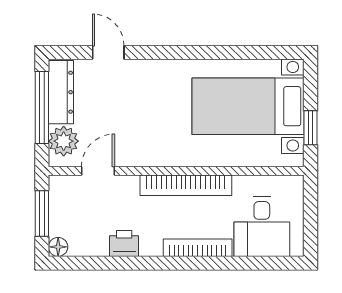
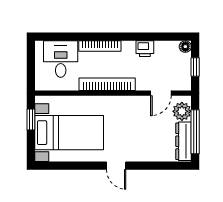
door: (108, 52) -> (116, 166), moved
window: (42, 213) -> (195, 67), width x0.67

